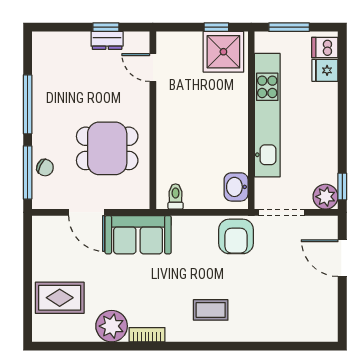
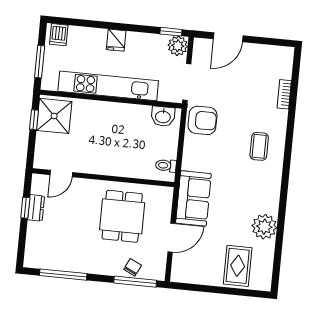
fridge: (325, 70) -> (116, 40), moved
window: (28, 104) -> (63, 275), moved
bookcase: (147, 335) -> (284, 94), moved

